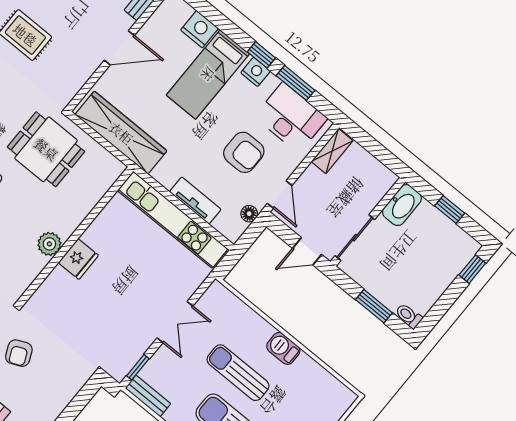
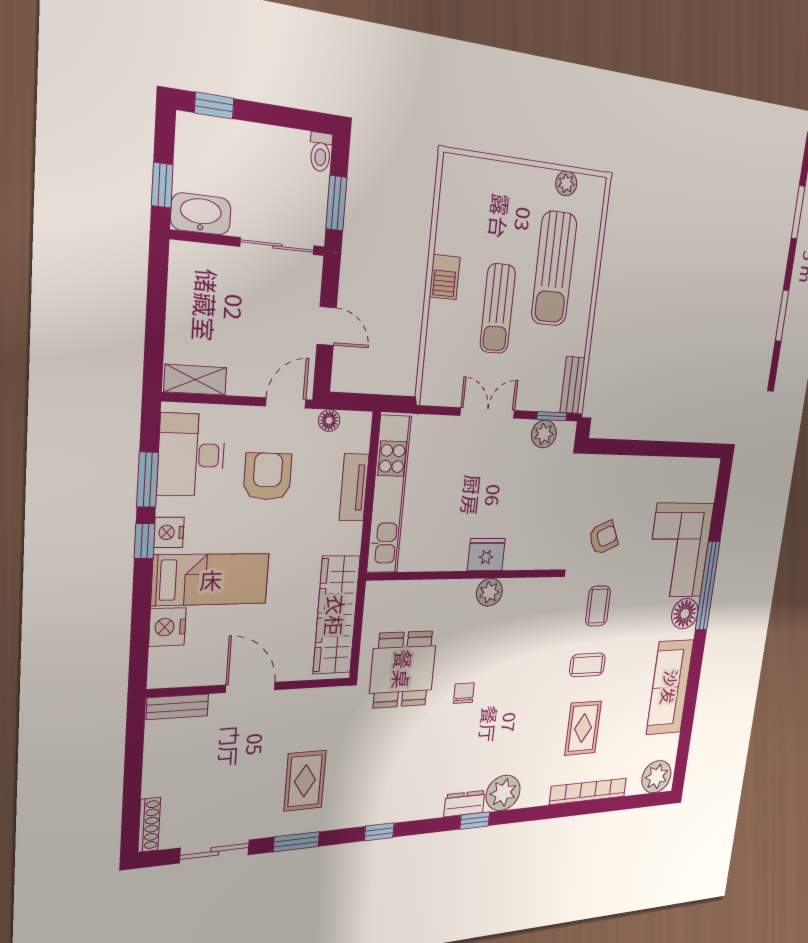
washbasin: (402, 205) -> (201, 214), moved
wall: (368, 222) -> (249, 243), moved
sliding door: (355, 238) -> (277, 246), moved
plant: (130, 354) -> (544, 434), added

